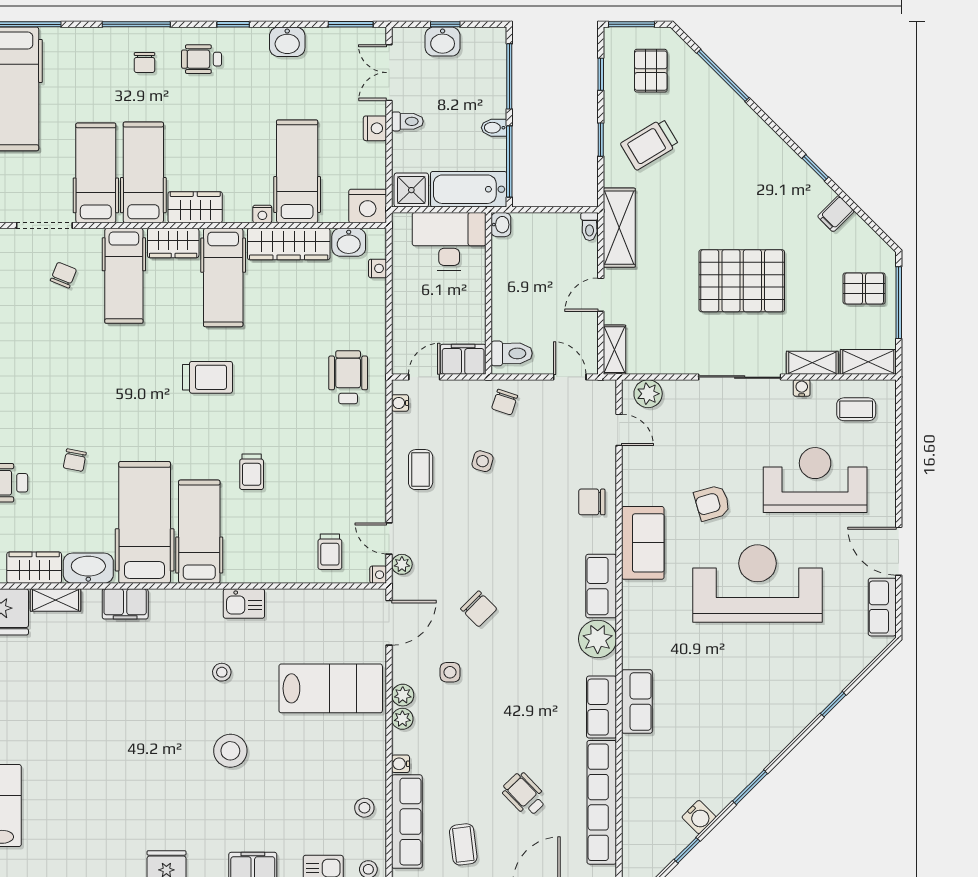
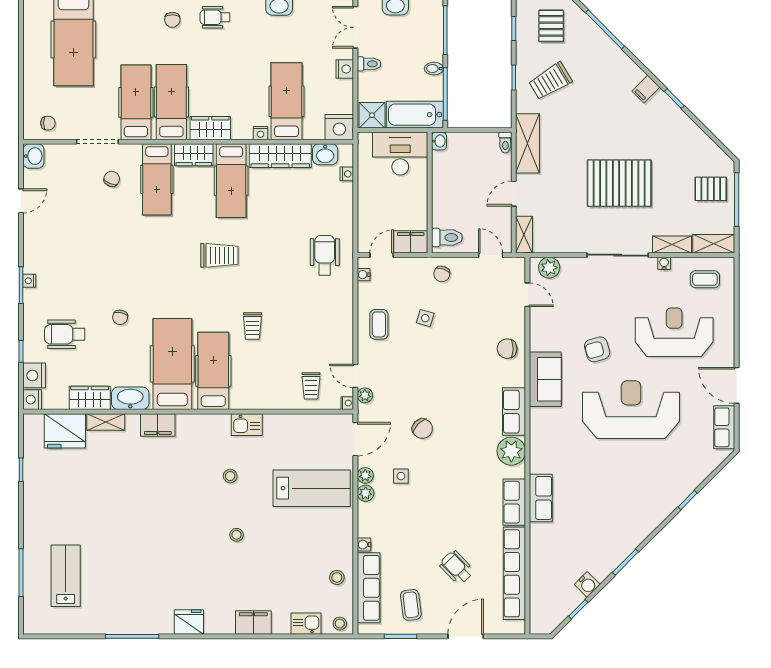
filing cabinet: (836, 214) -> (646, 89), moved
plant: (402, 719) -> (365, 475), moved
stool: (230, 751) -> (237, 535), width x0.53, depth x0.53

